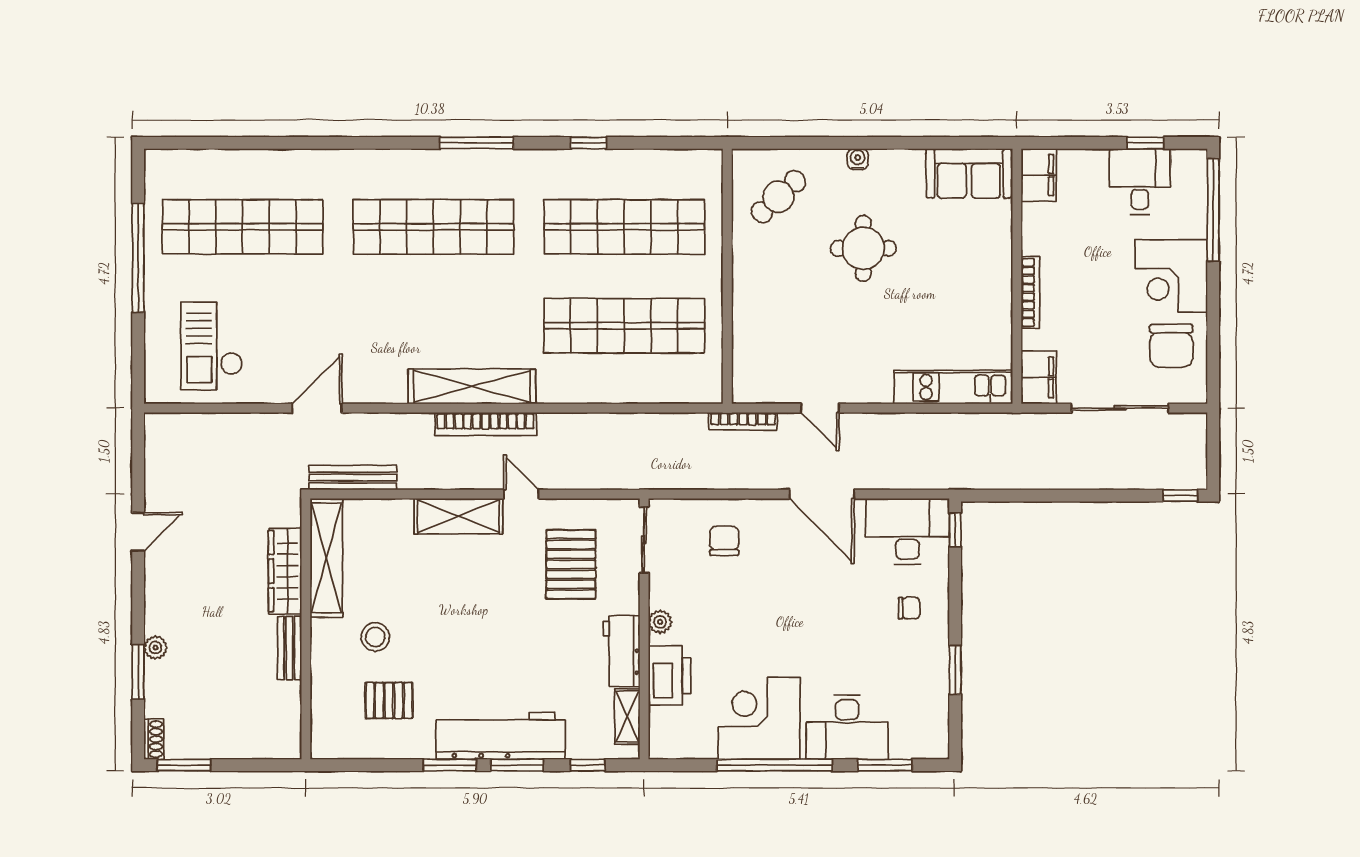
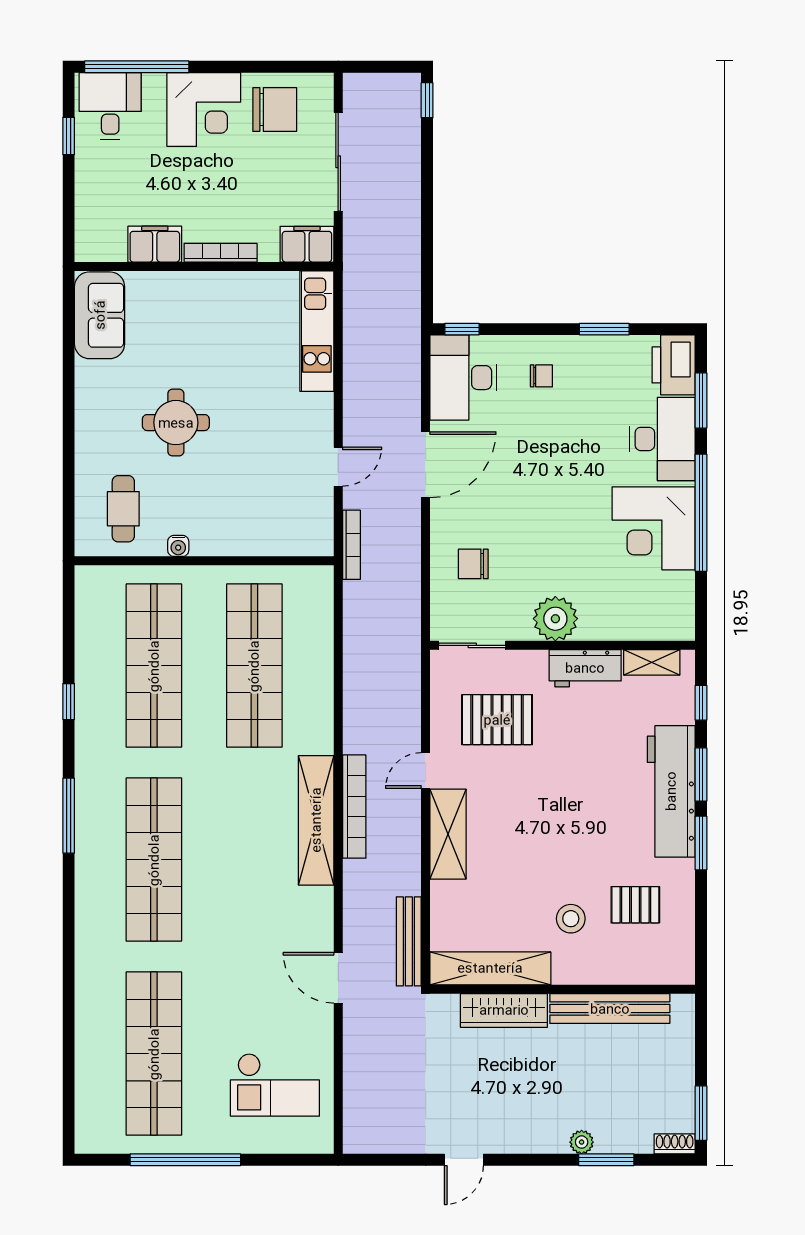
water cooler: (858, 159) -> (178, 546), moved, turned -90
filing cabinet: (1039, 175) -> (155, 244), moved
desk: (1140, 182) -> (110, 106), moved, turned 90
cafe table: (778, 197) -> (123, 509), turned 43
door: (138, 532) -> (464, 1160), swing flipped
chair: (909, 608) -> (541, 376), turned 90
plant: (660, 622) -> (555, 619), width x1.87, depth x1.87
bench: (289, 648) -> (610, 1009), width x1.86, depth x1.21
printer: (670, 676) -> (674, 365), moved, turned -90
pallet: (389, 700) -> (635, 905), turned 90

